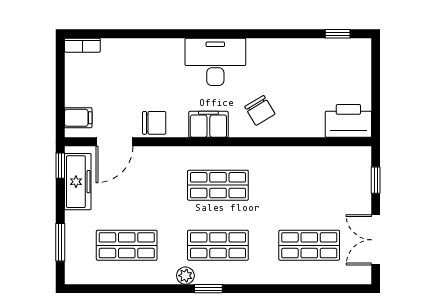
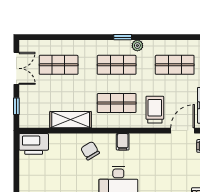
chair: (154, 123) -> (157, 143), removed
filing cabinet: (208, 124) -> (123, 142), width x0.50
shelving: (290, 159) -> (71, 120), added
trolley: (158, 175) -> (155, 110), added

